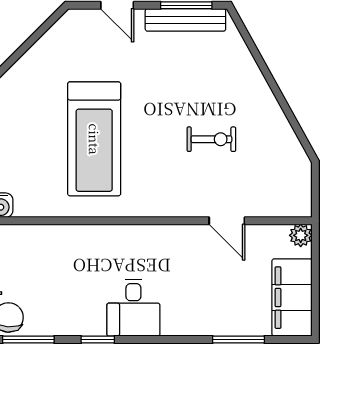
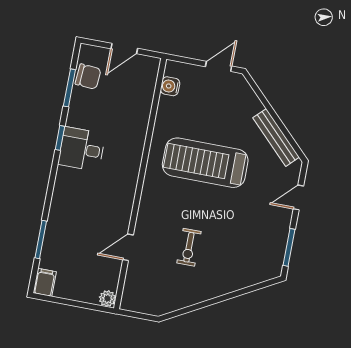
bench: (185, 20) -> (276, 137), moved, turned -45
filing cabinet: (292, 298) -> (45, 282), width x0.33, depth x0.86
desk: (133, 308) -> (82, 149), moved

